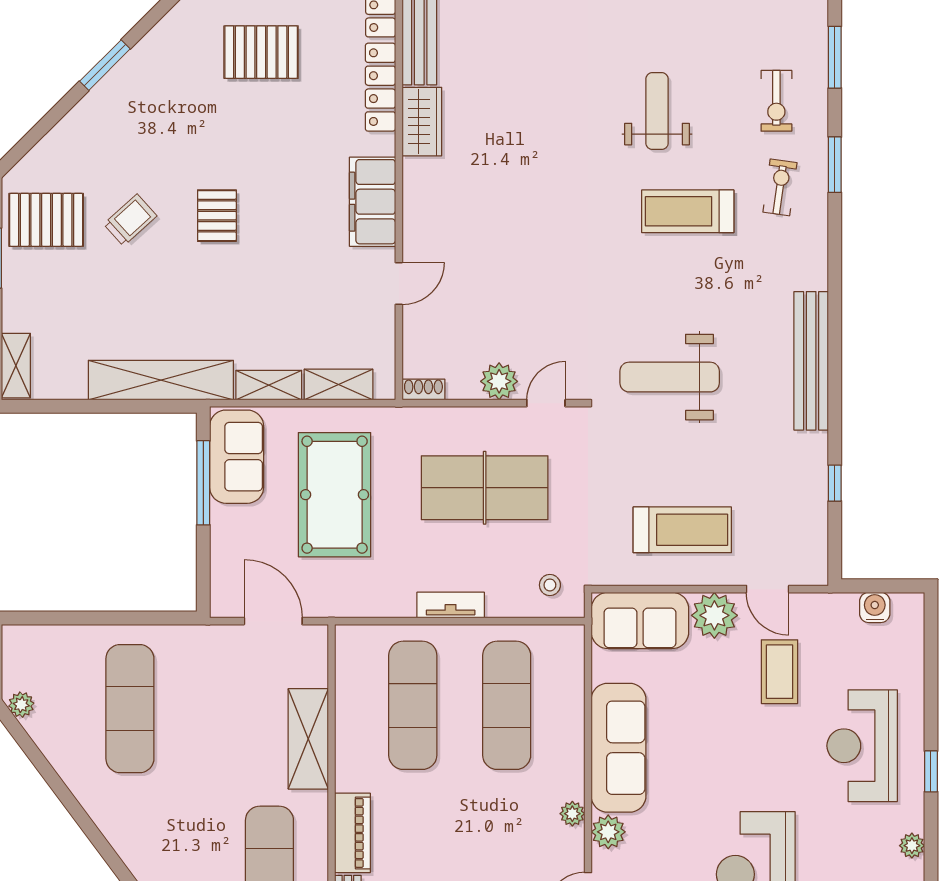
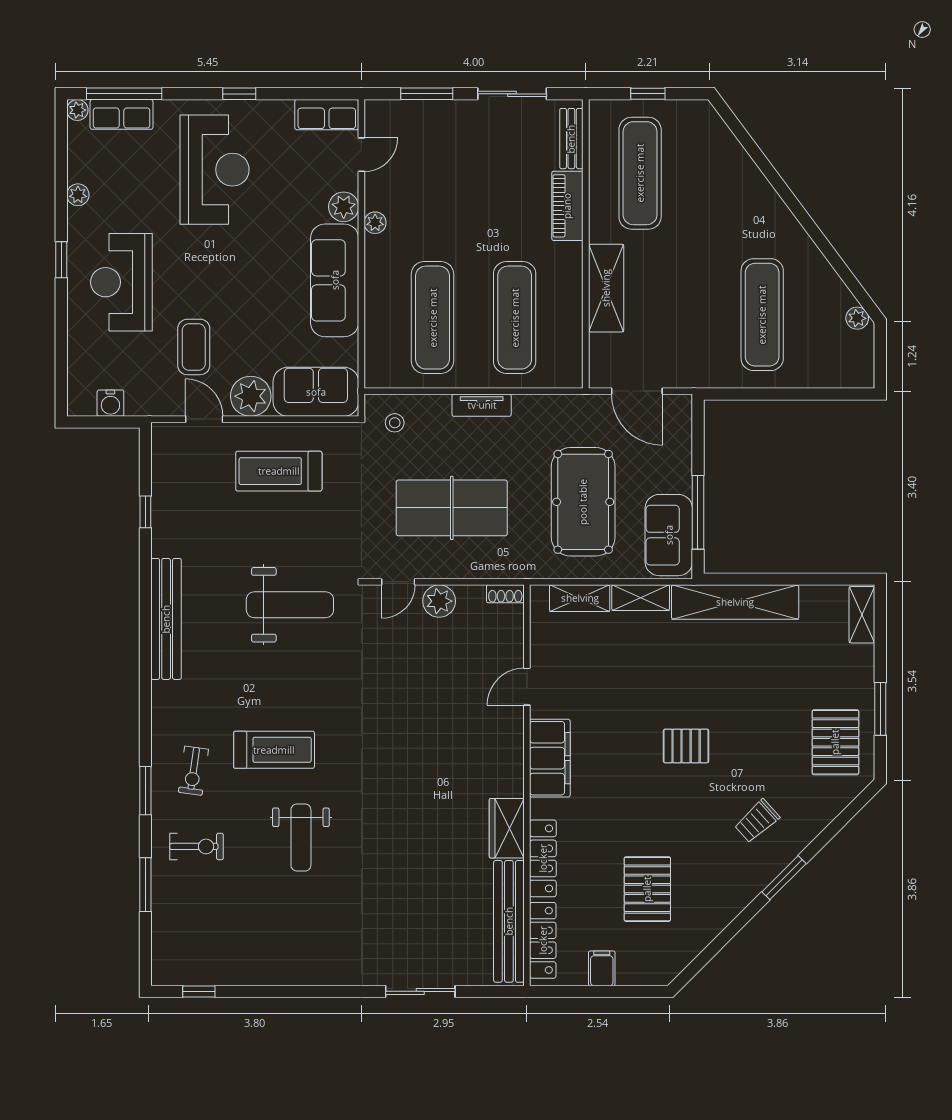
pallet: (261, 52) -> (647, 889), turned 90
exercise bike: (776, 101) -> (196, 846), turned 90
pallet: (217, 216) -> (686, 746), turned 90
pallet: (46, 220) -> (835, 742), turned 90
trolley: (130, 220) -> (757, 821), moved
reception desk: (862, 746) -> (121, 282), turned 180

